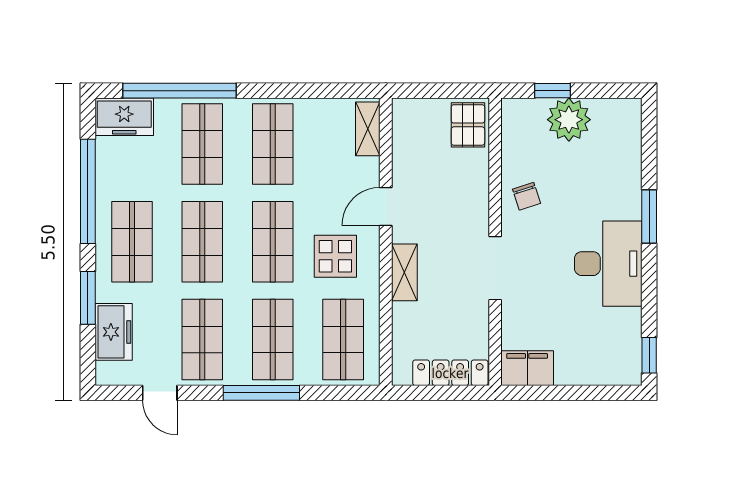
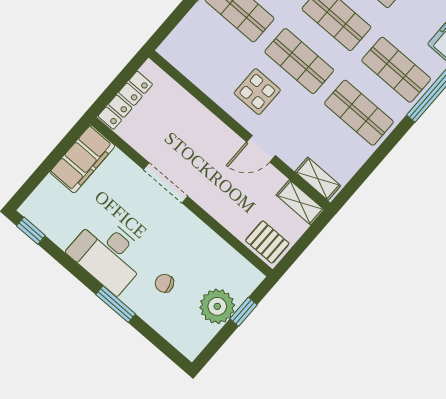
chair: (526, 196) -> (164, 283), moved
door: (386, 206) -> (261, 149), swing flipped
shelving: (404, 272) -> (300, 202), moved
shop shelf: (343, 339) -> (202, 52), removed
filing cabinet: (527, 368) -> (82, 159), width x1.50, depth x1.17

